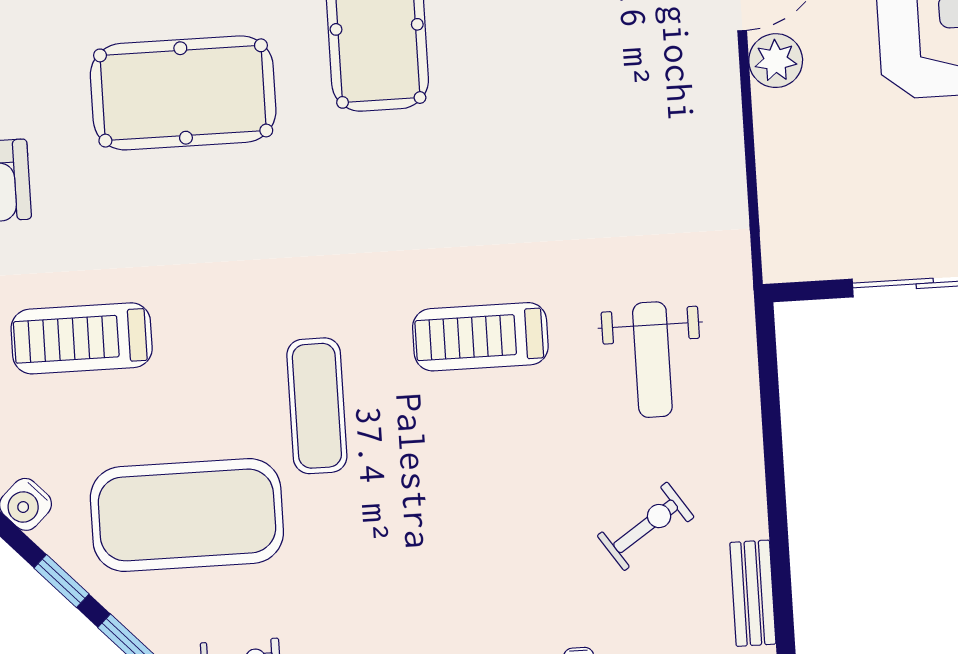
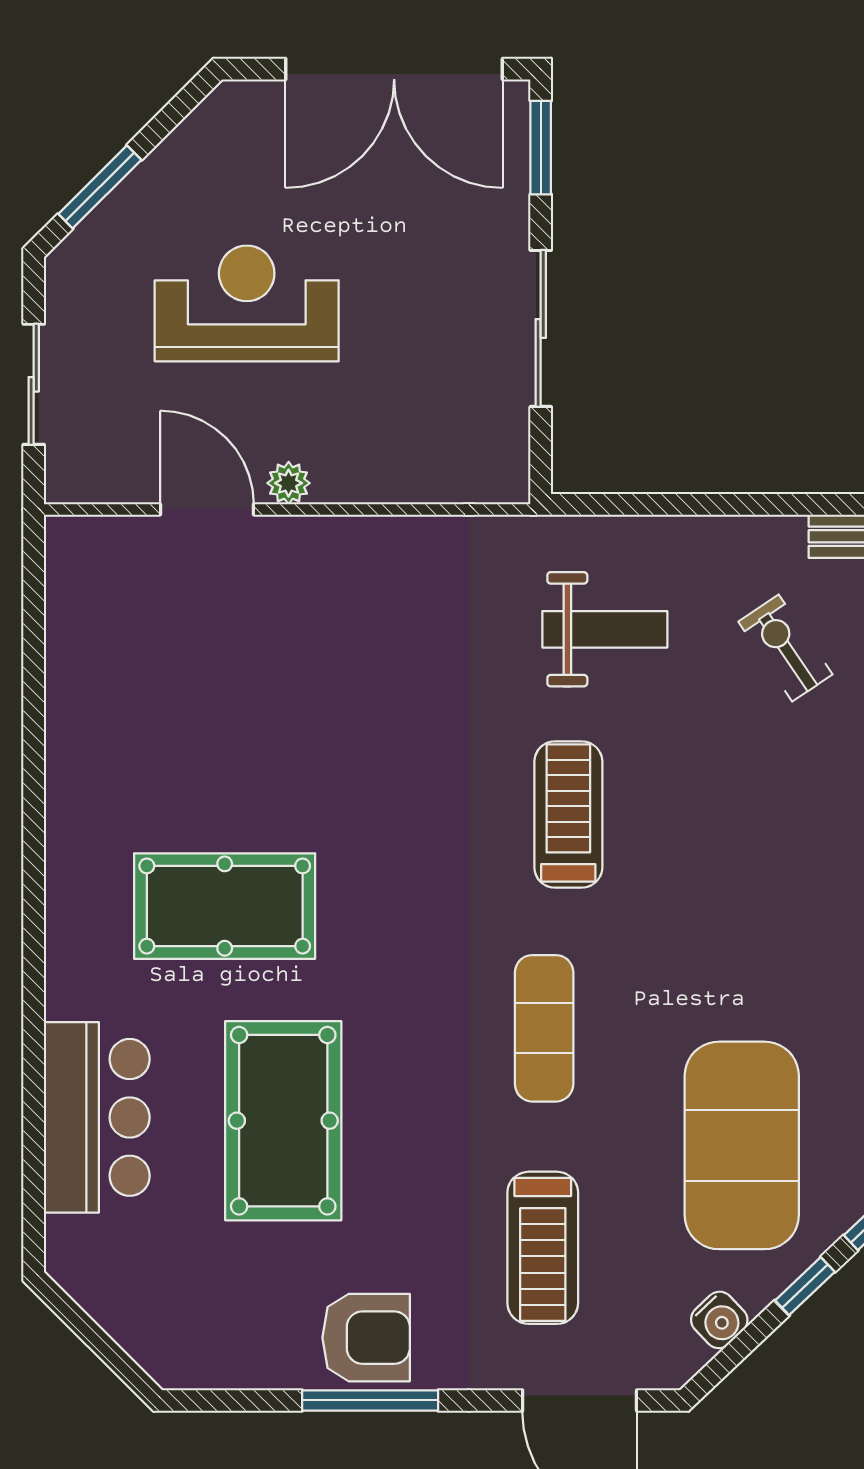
plant: (776, 61) -> (289, 483), width x0.73, depth x0.73
treadmill: (480, 337) -> (568, 815), turned 180
exercise mat: (317, 406) -> (544, 1028), moved, turned 90

